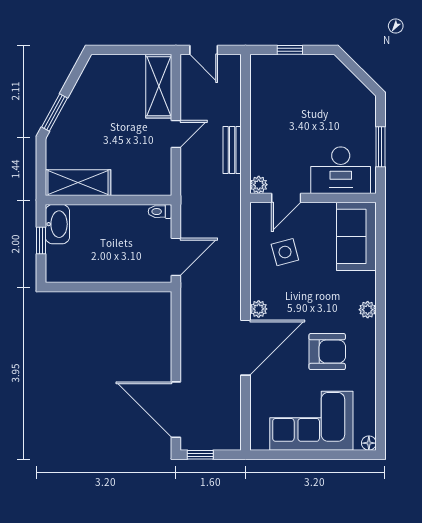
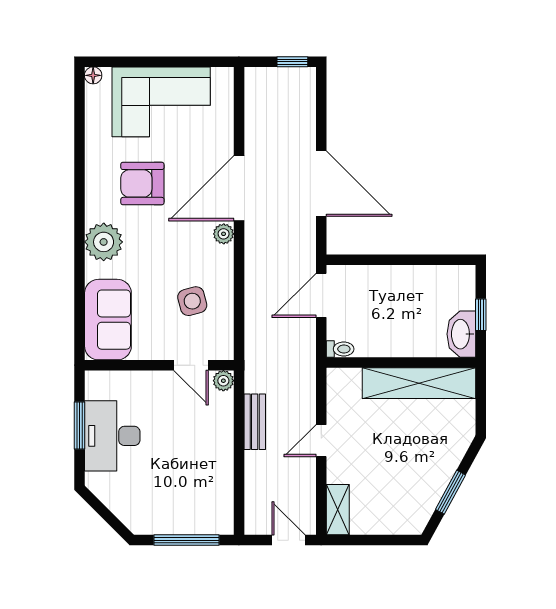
window: (290, 50) -> (187, 540), width x2.17
shelving: (159, 86) -> (338, 510), width x0.67, depth x0.75
window: (54, 113) -> (450, 492), moved
desk: (341, 170) -> (112, 436), moved, turned -90
shelving: (78, 183) -> (419, 383), width x1.47
door: (286, 198) -> (191, 365), swing flipped
plant: (368, 310) -> (104, 242), width x1.88, depth x1.88
door: (176, 410) -> (321, 184), moved

